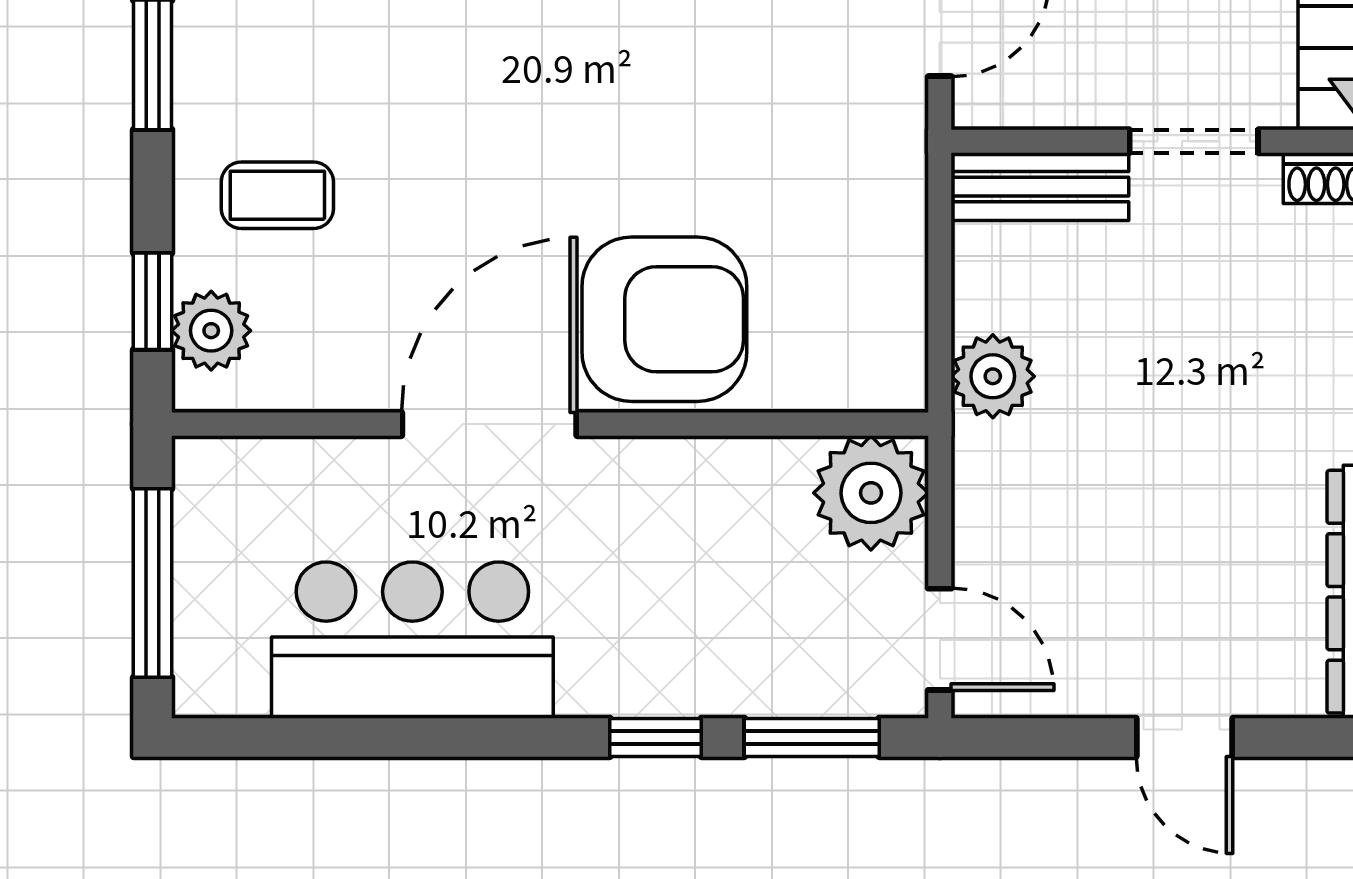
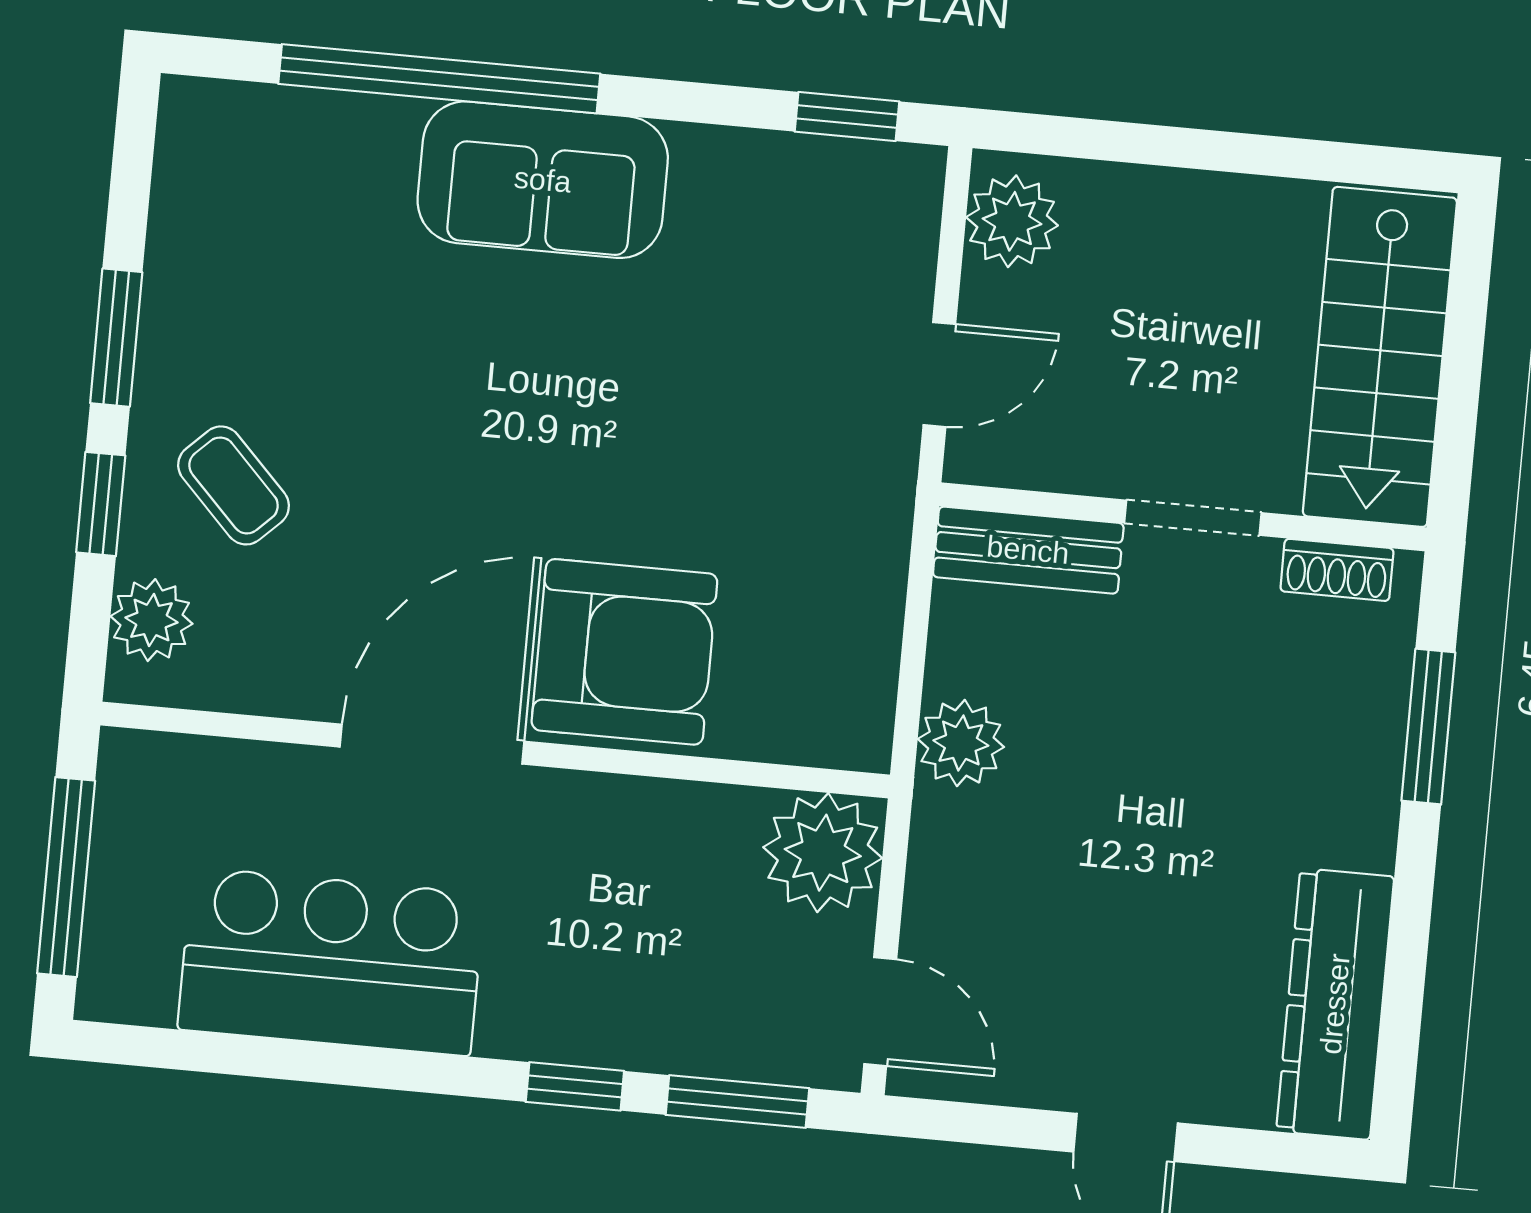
coffee table: (277, 195) -> (234, 485), turned 46
window: (153, 301) -> (101, 504), moved

